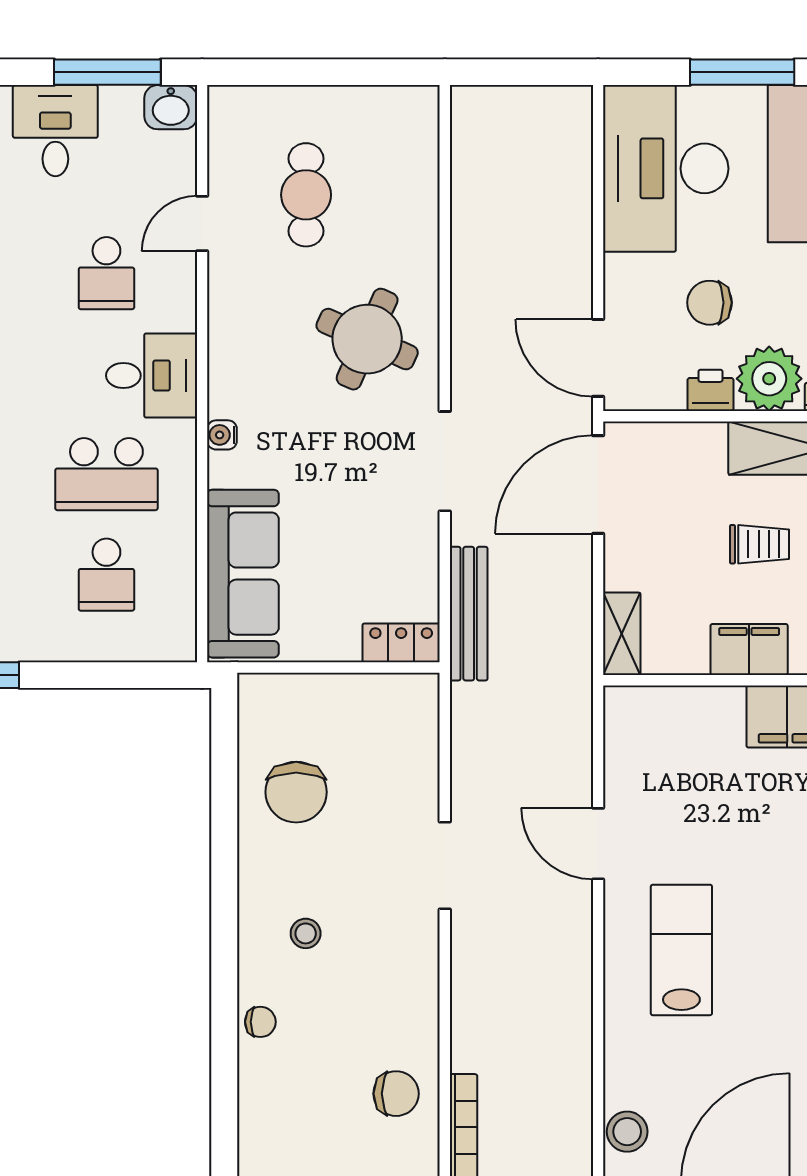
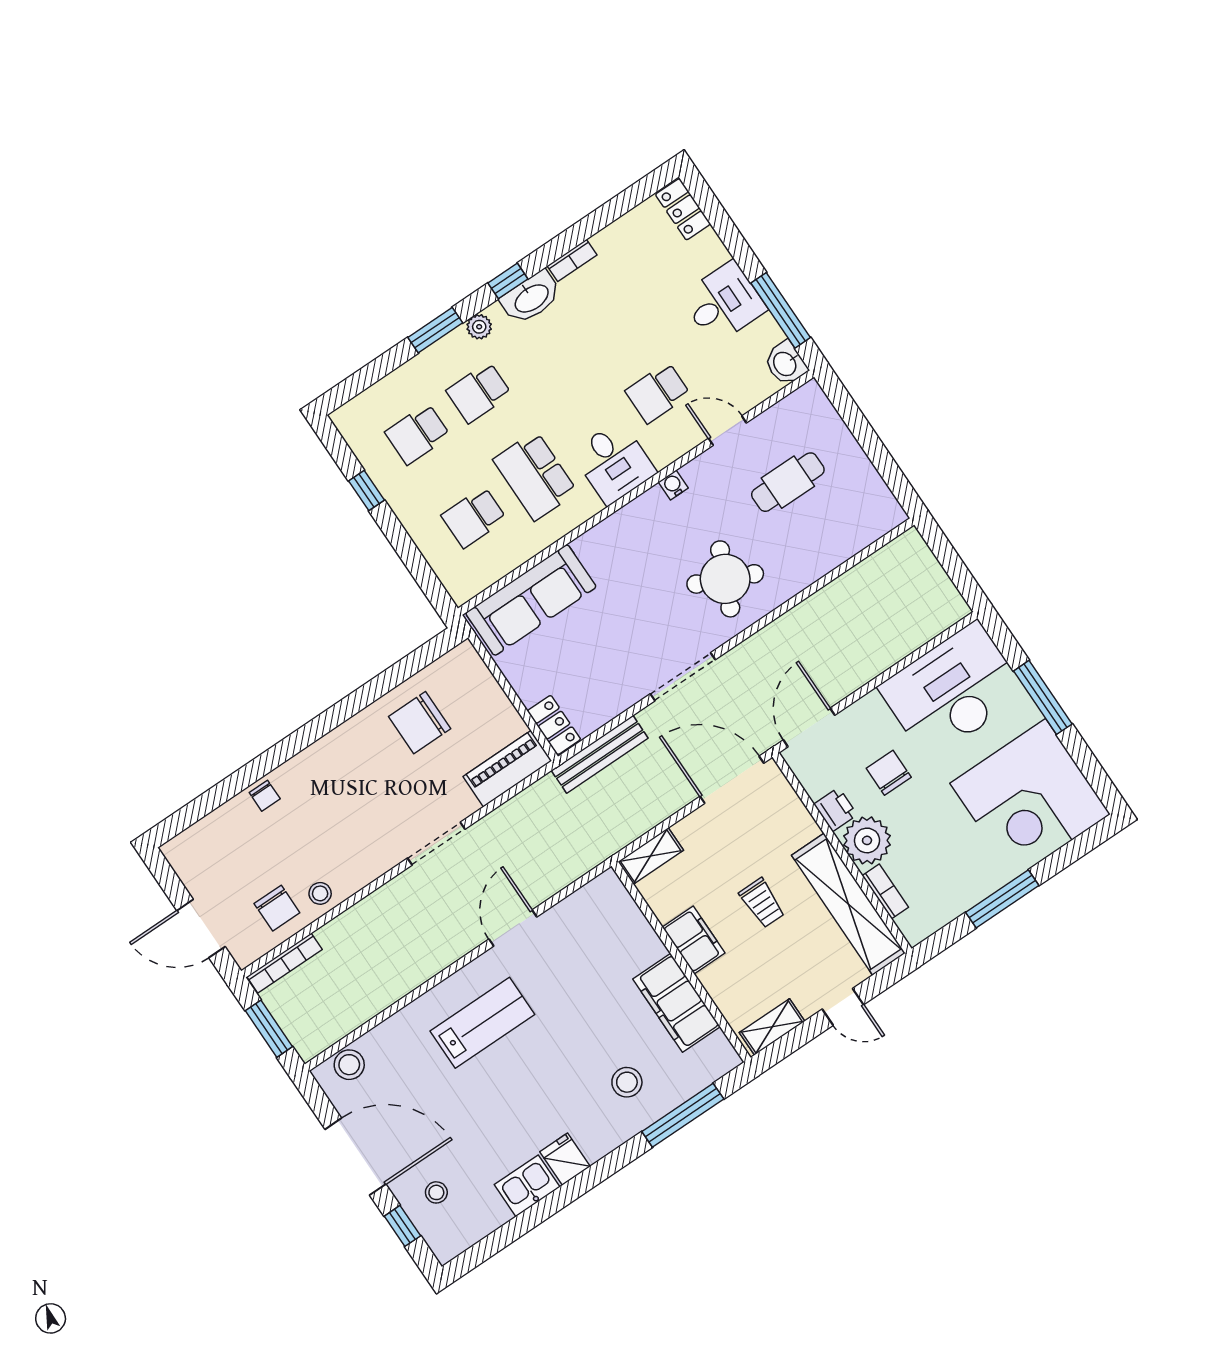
water cooler: (222, 435) -> (673, 485), moved
piano: (415, 729) -> (507, 769), added
stool: (306, 933) -> (320, 893), moved

